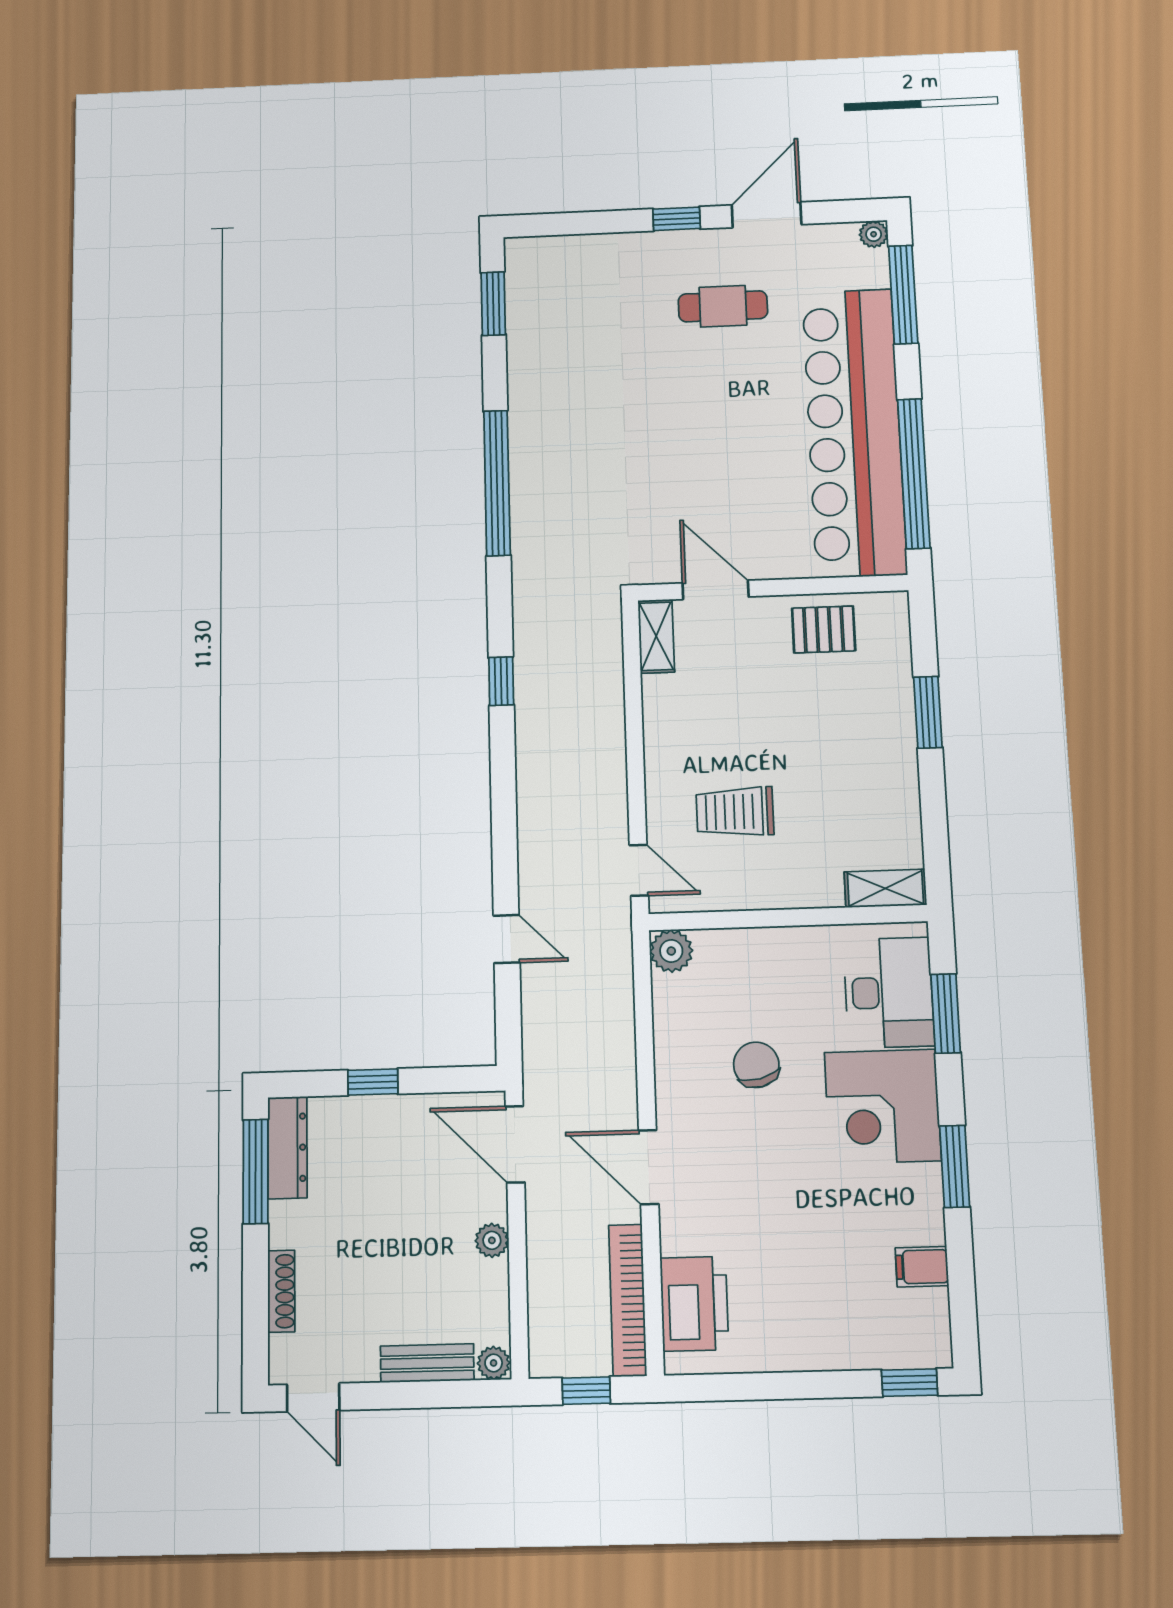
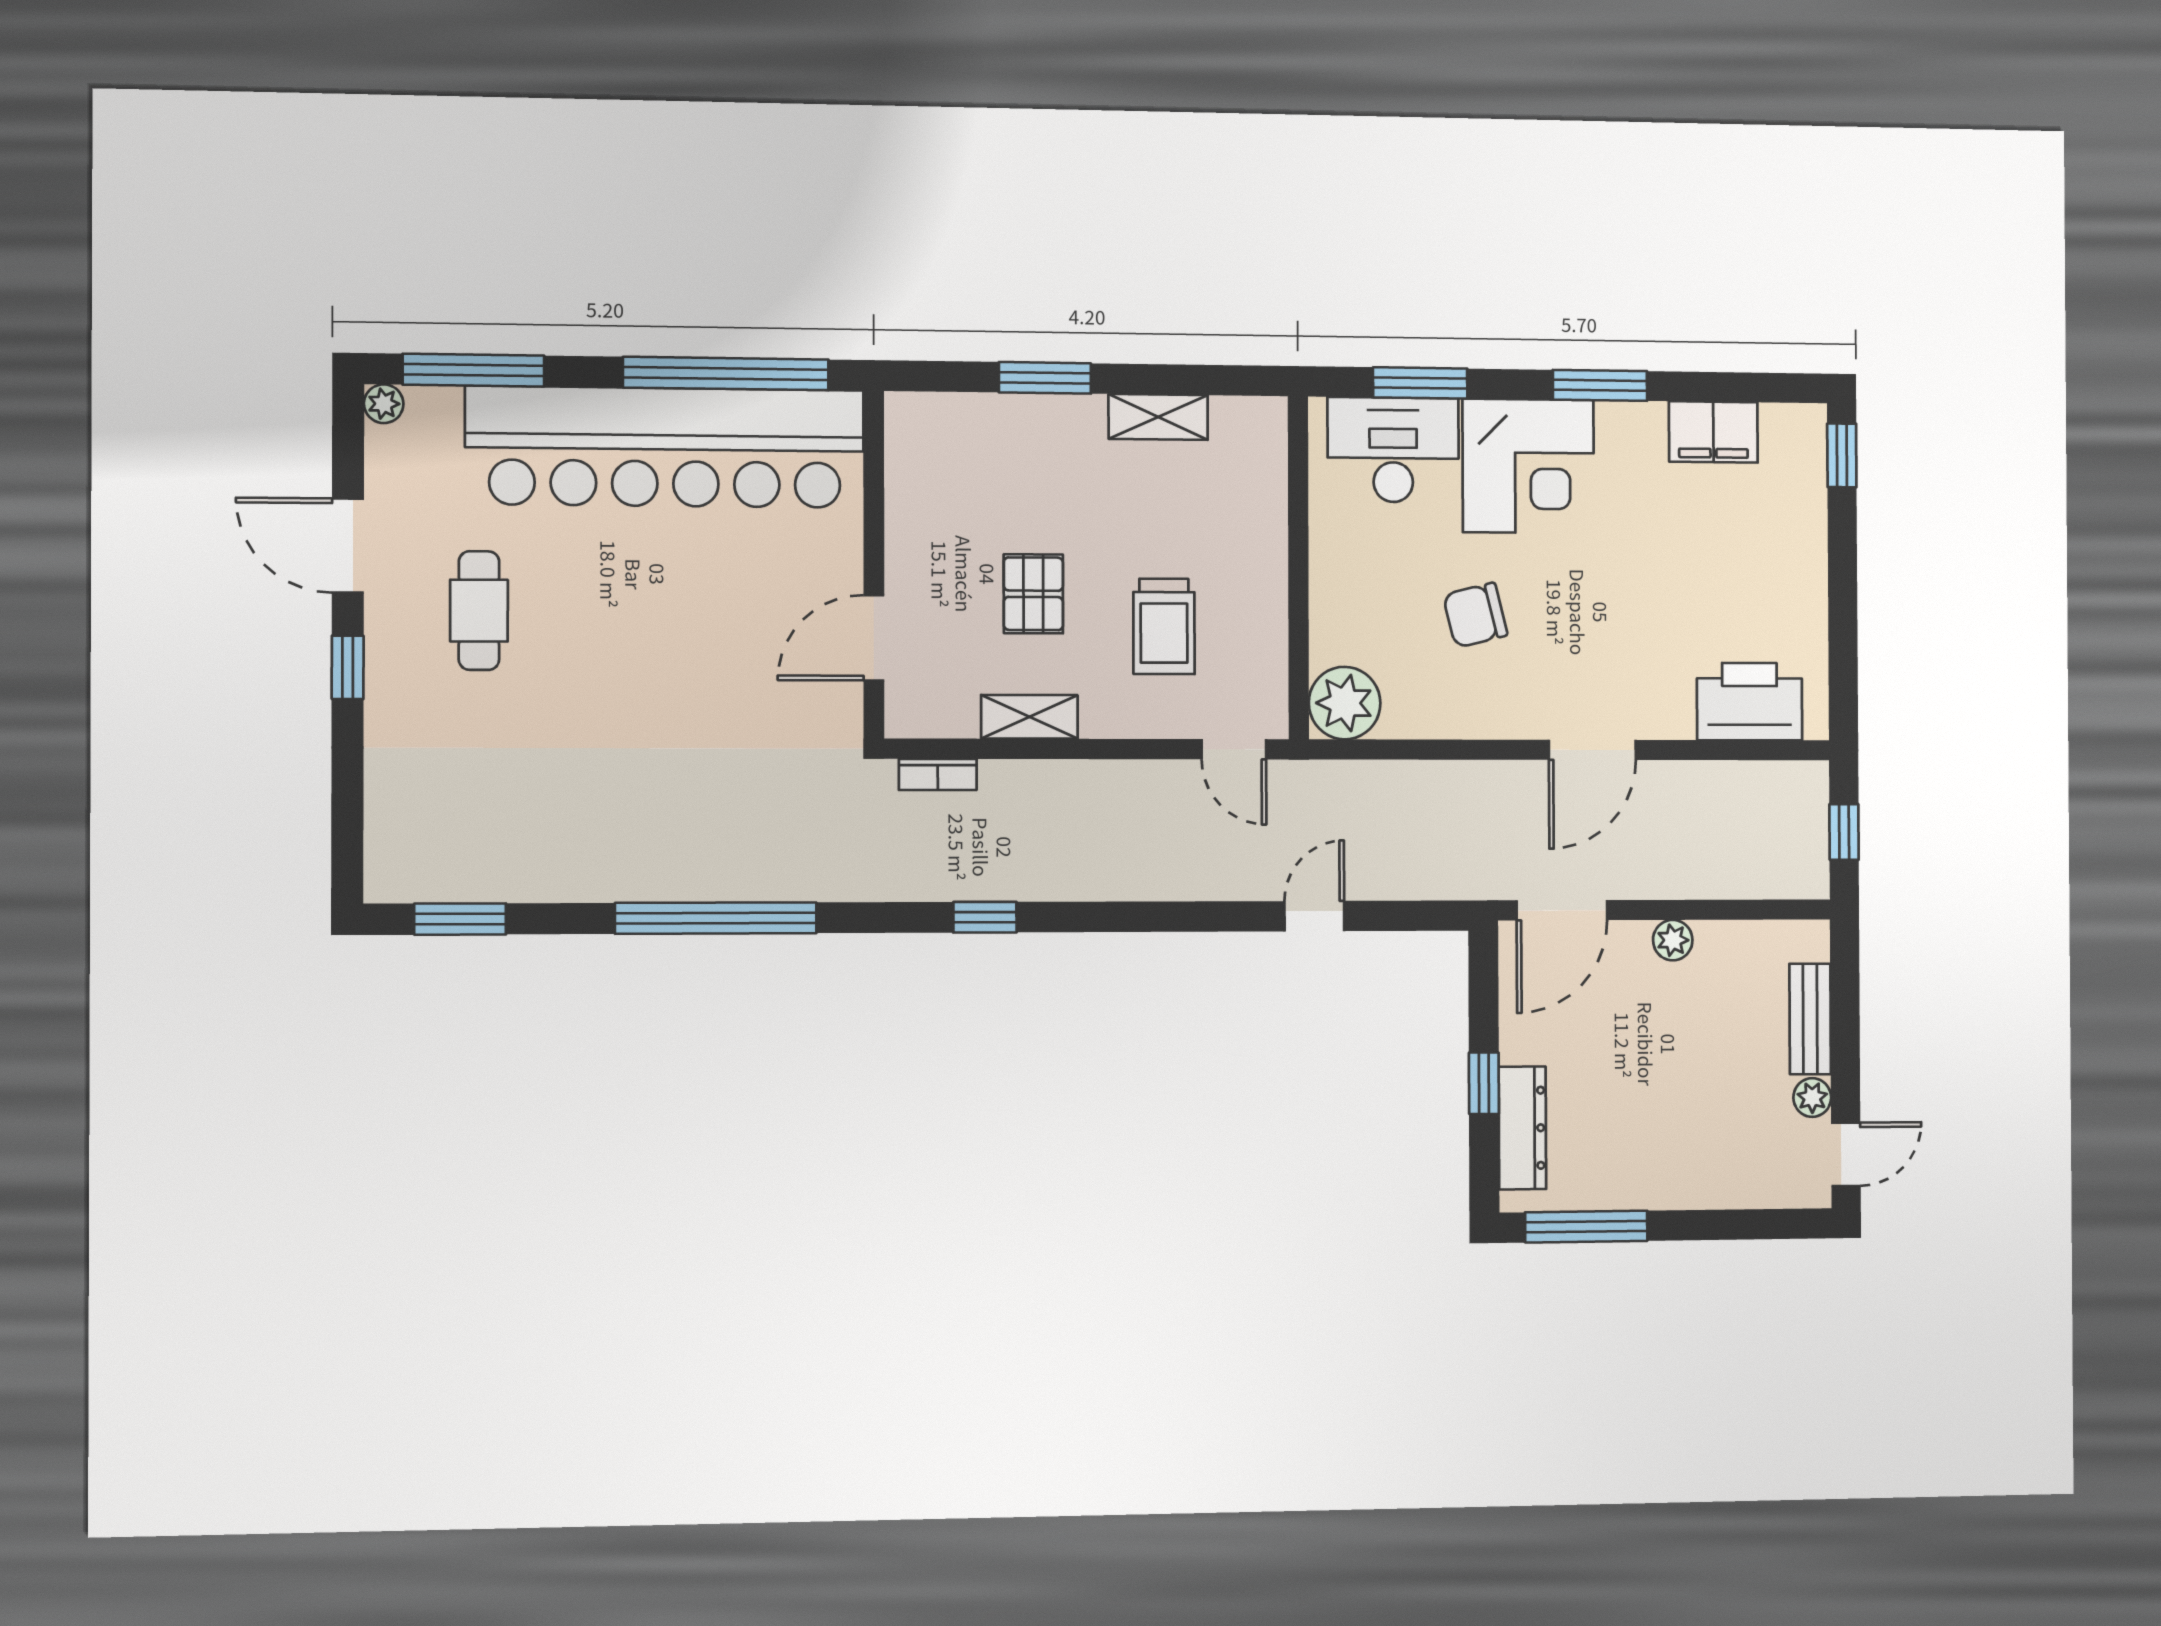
pallet: (824, 629) -> (1033, 594), moved
shelving: (656, 636) -> (1029, 717), moved
door: (639, 870) -> (1234, 749), swing flipped
shelving: (885, 888) -> (1158, 417), moved, turned 90
plant: (671, 951) -> (1345, 703), width x1.36, depth x1.36
dresser: (287, 1148) -> (1522, 1128), moved, turned 90
filing cabinet: (922, 1267) -> (1713, 432), width x2.00
shoe rack: (281, 1291) -> (1726, 1193), removed
bookcase: (628, 1300) -> (938, 774), moved, width x0.43, depth x0.76
plant: (494, 1363) -> (1812, 1098), moved

